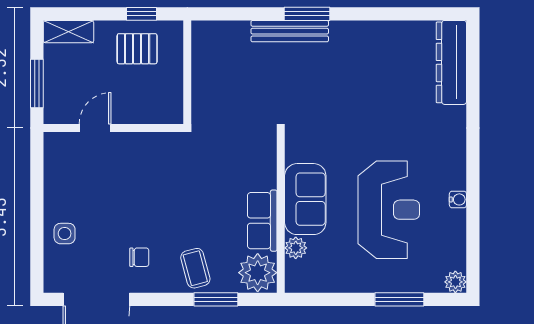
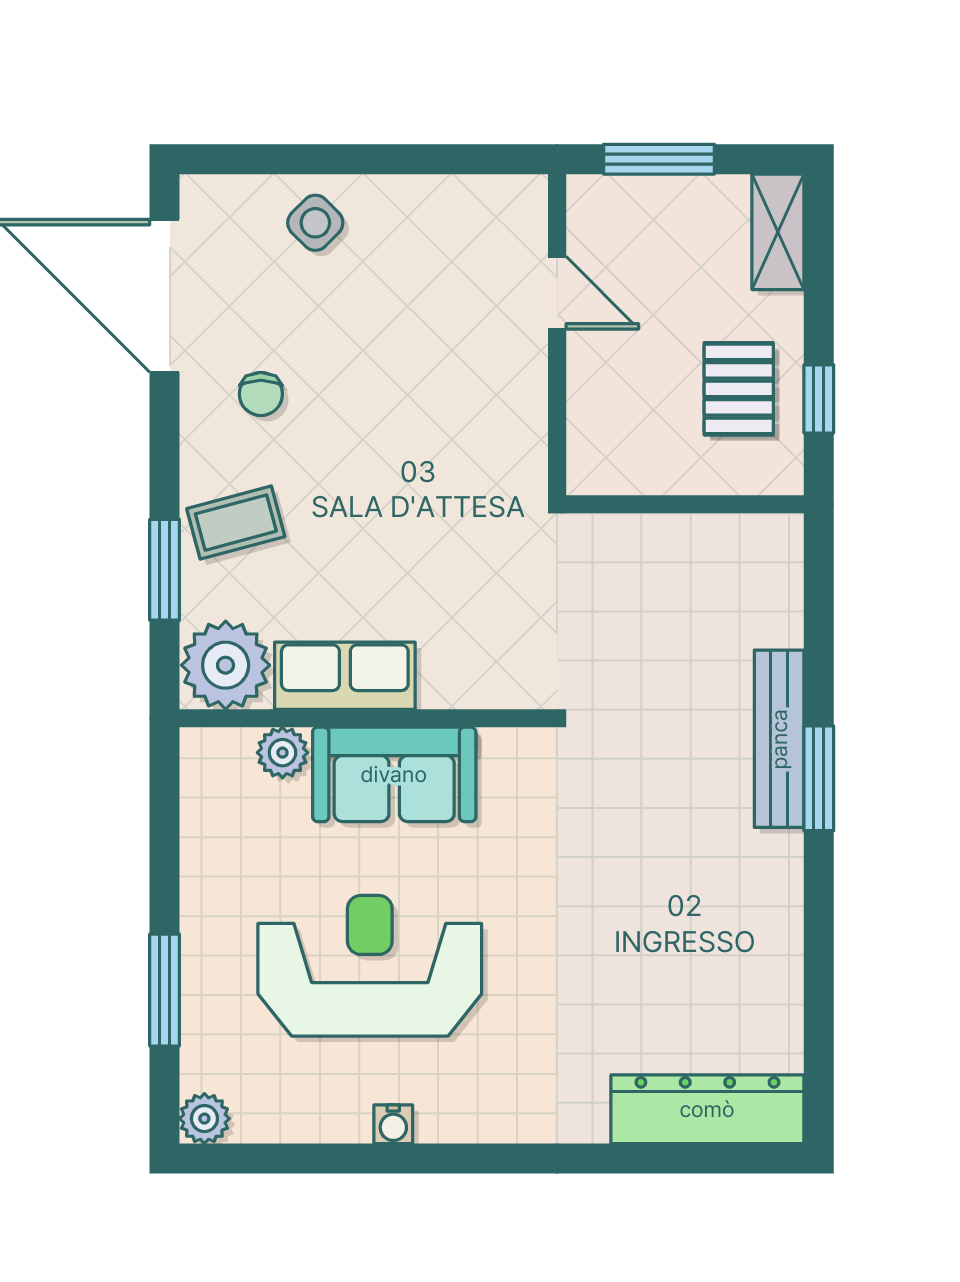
reception desk: (389, 210) -> (370, 966), turned 180
side table: (65, 234) -> (315, 223), turned 45

